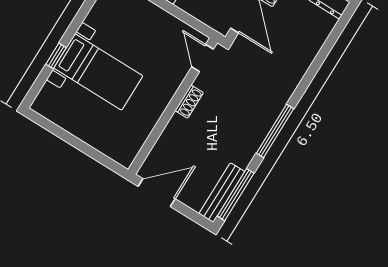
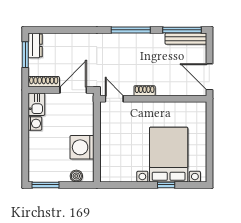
door: (203, 58) -> (114, 99), swing flipped
bed with nightstands: (98, 72) -> (169, 155), width x1.36

